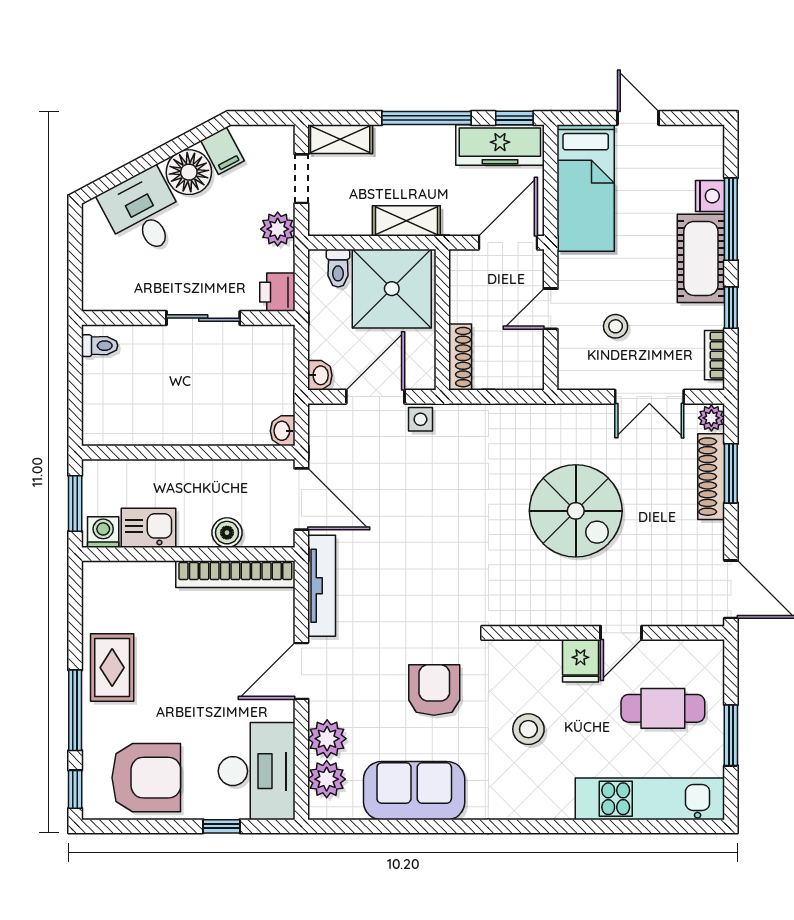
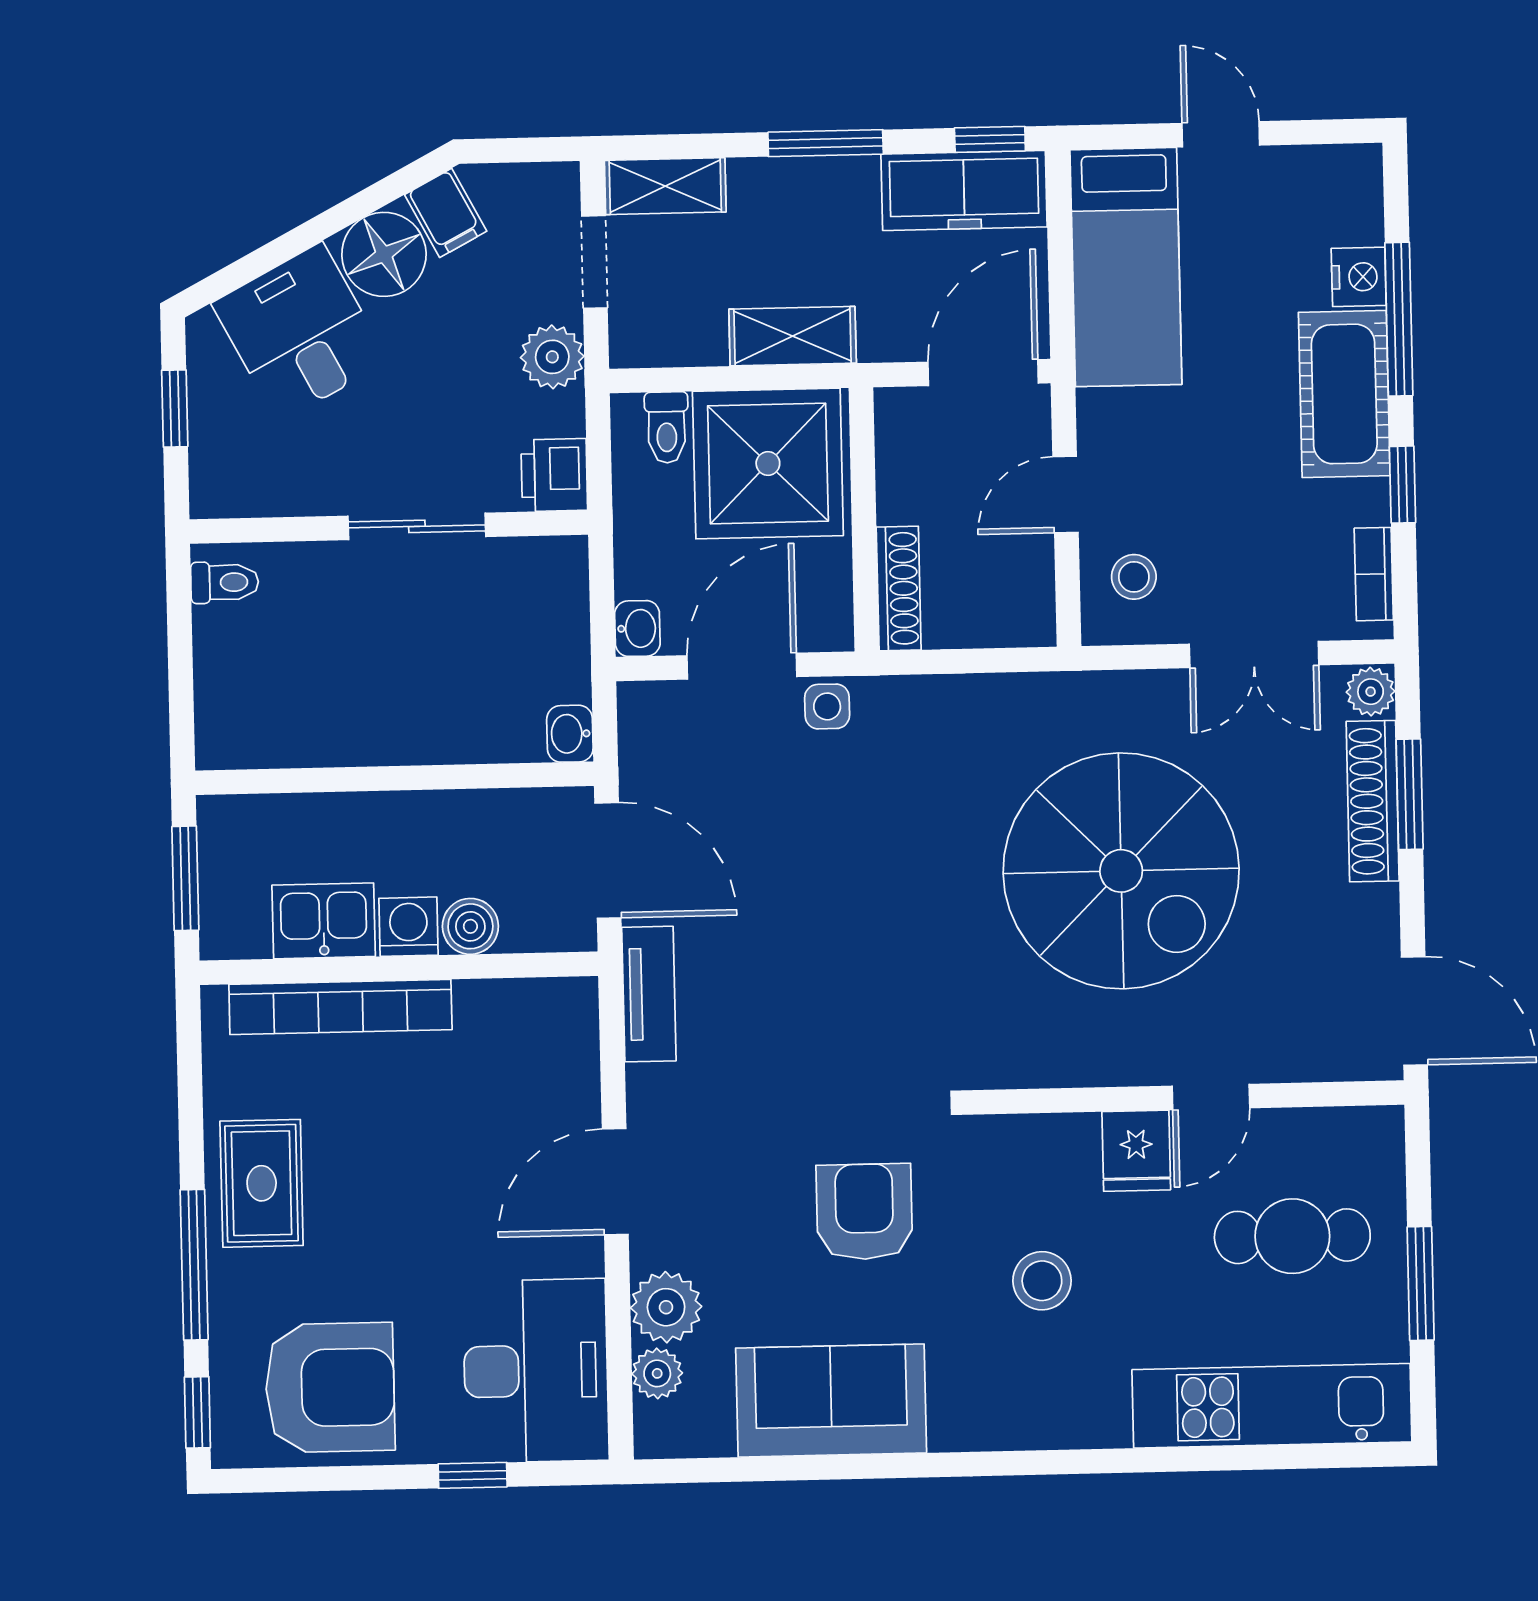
window: (426, 118) -> (826, 143), width x0.69
window: (75, 252) -> (175, 408), added
stool: (616, 326) -> (1134, 577), moved
spiral stairs: (576, 511) -> (1121, 871), width x1.37, depth x1.37
washing machine: (103, 532) -> (409, 927), moved
bookcase: (235, 574) -> (340, 1007), moved
tv unit: (322, 586) -> (649, 994), width x0.71
plant: (327, 779) -> (657, 1373), width x0.73, depth x0.73

